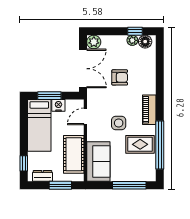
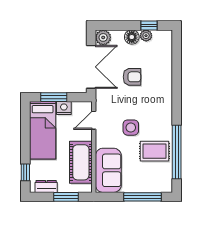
floor lamp: (145, 42) -> (132, 37), moved
piano: (149, 110) -> (165, 113), removed

